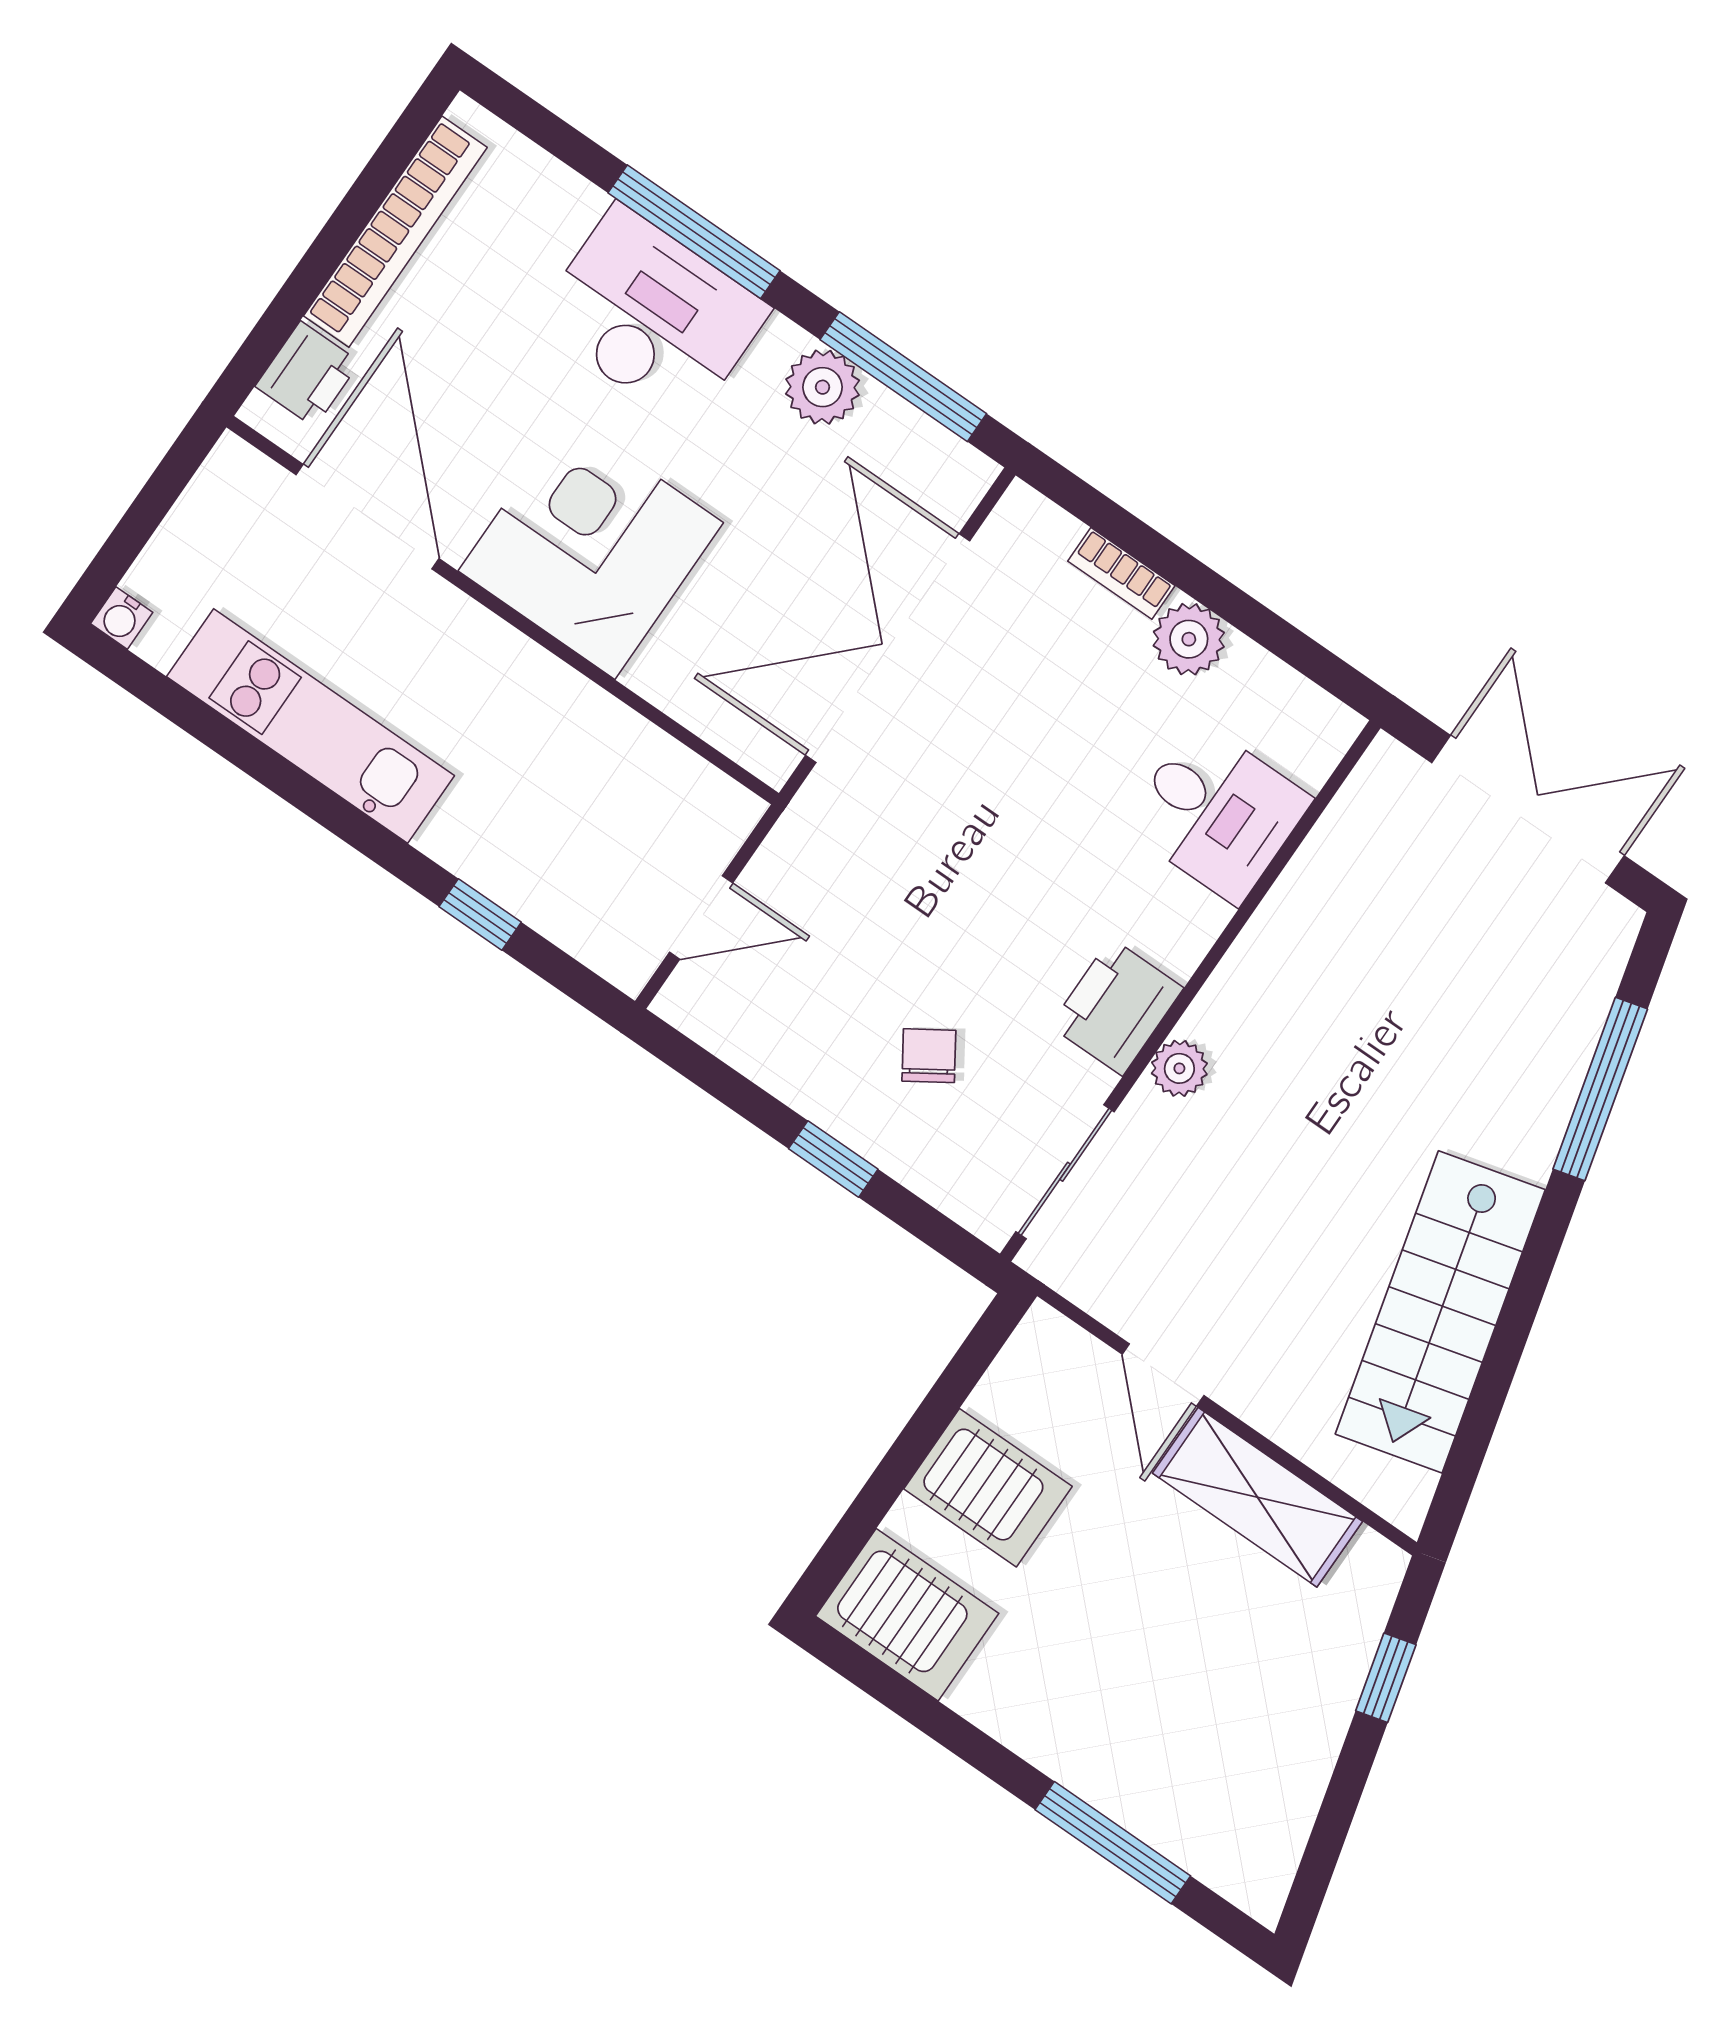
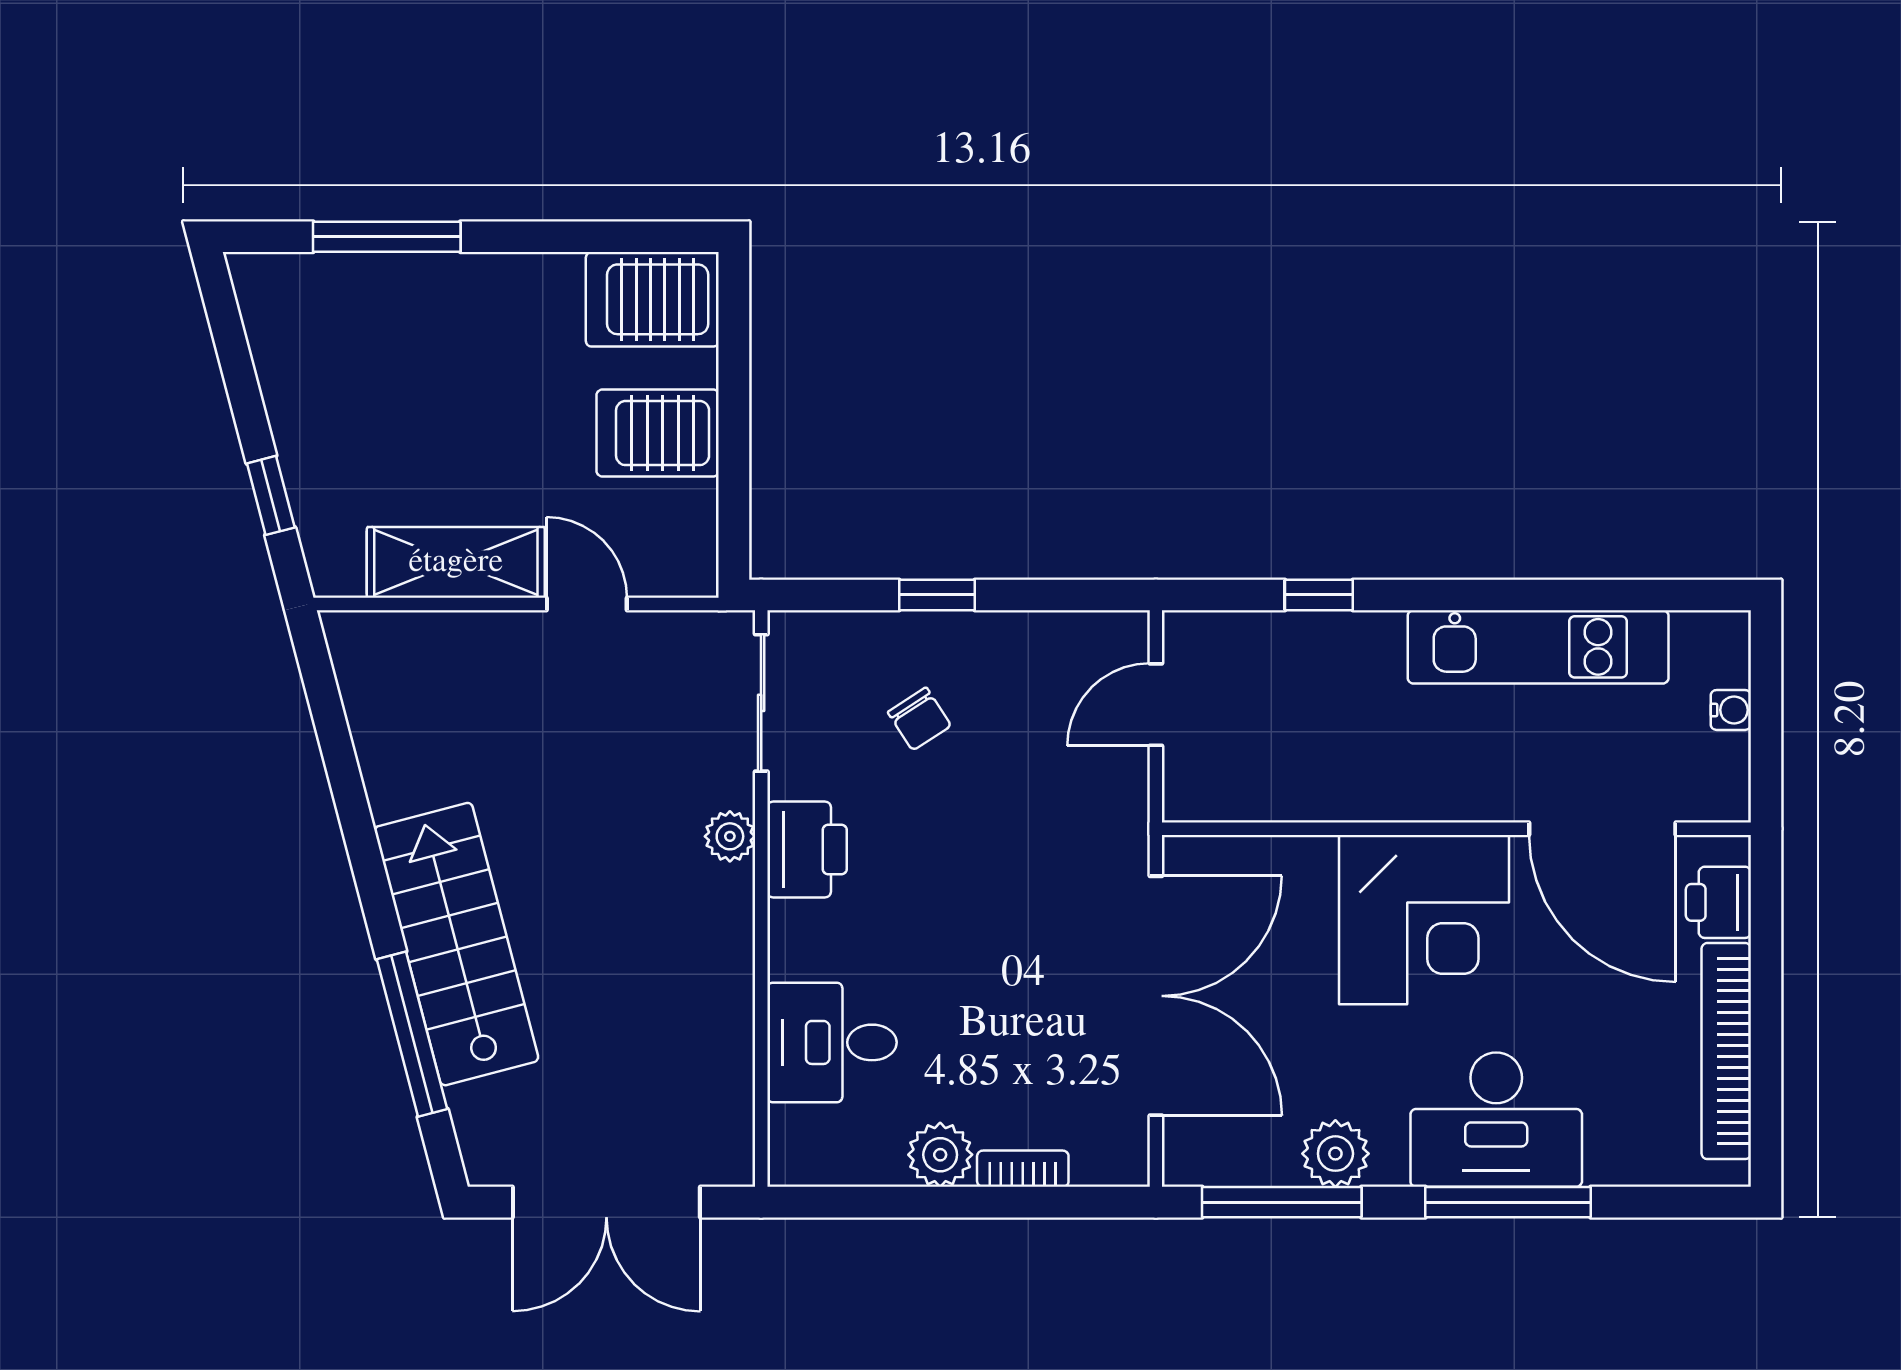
water cooler: (122, 618) -> (1731, 710), moved, turned 90
stairs: (1440, 1312) -> (456, 944), moved

